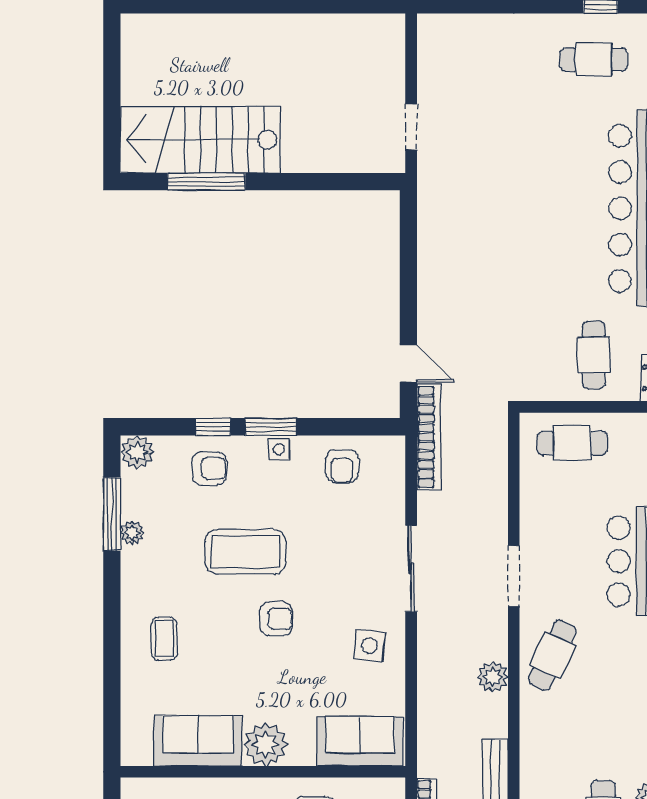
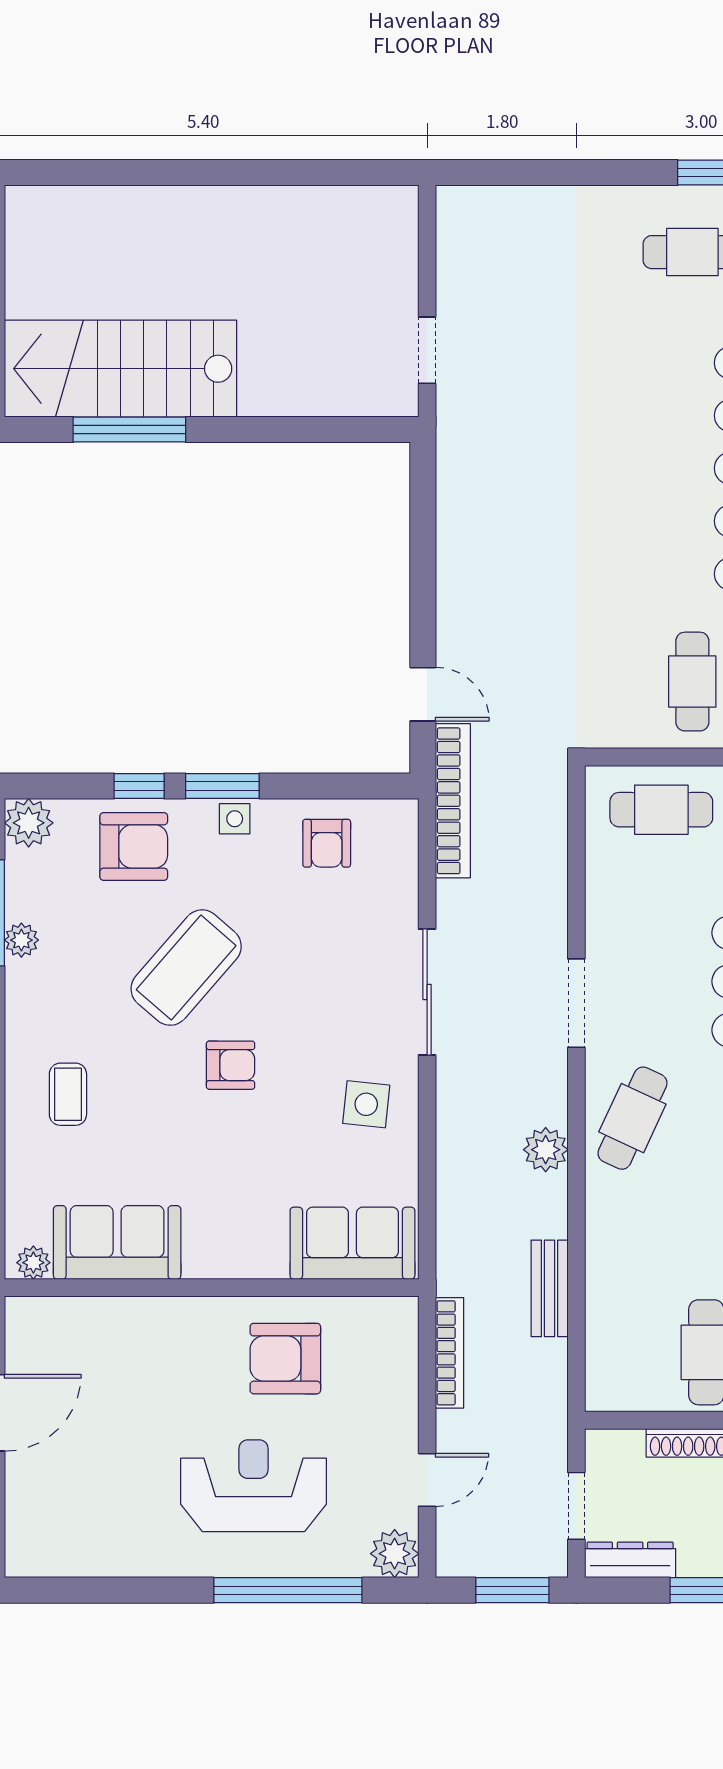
armchair: (209, 468) -> (134, 846), width x1.38, depth x1.38
coffee table: (245, 552) -> (186, 968), turned -49
plant: (266, 744) -> (33, 1263), moved, width x0.53, depth x0.53

